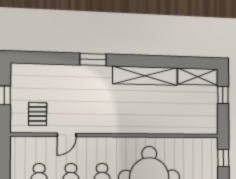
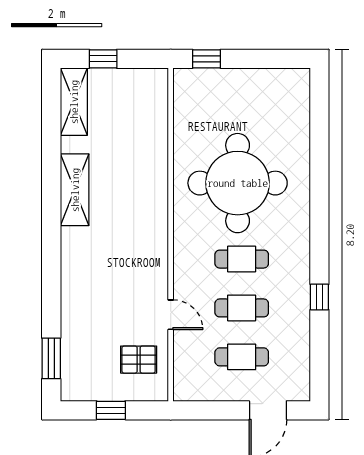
window: (93, 59) -> (51, 358), moved
shelving: (145, 76) -> (75, 190), width x0.68

